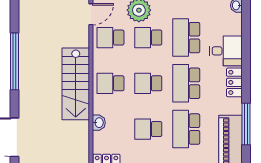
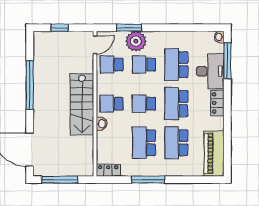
desk: (226, 51) -> (210, 71), width x1.37
washbasin: (99, 123) -> (102, 124), moved
window: (246, 124) -> (227, 61), moved
school desk: (148, 129) -> (144, 143), width x1.85

